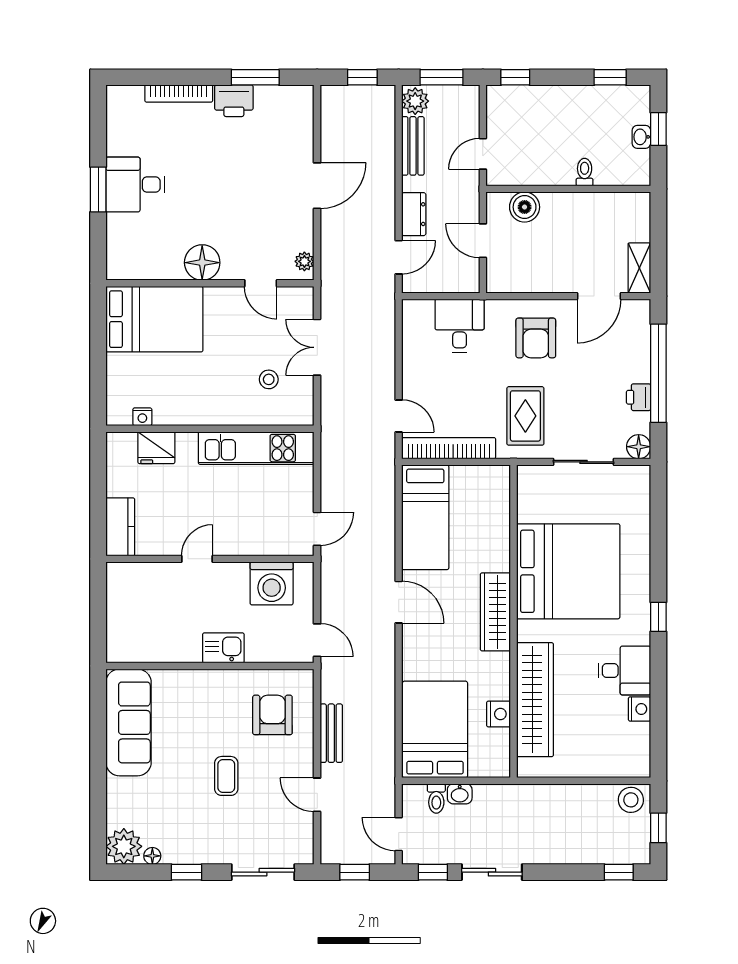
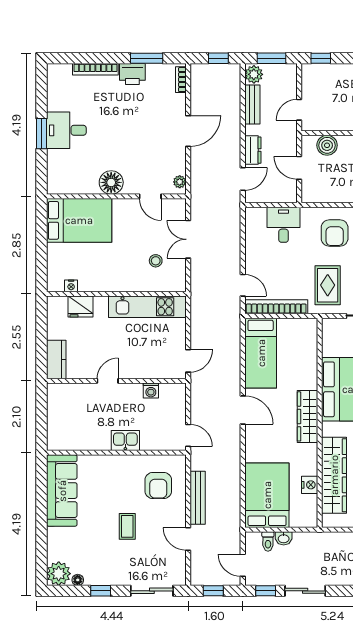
bookcase: (306, 109) -> (181, 80), added
washing machine: (272, 583) -> (151, 391), width x0.53, depth x0.53
armchair: (272, 715) -> (158, 485), turned 180
bench: (331, 733) -> (198, 498), width x1.36

